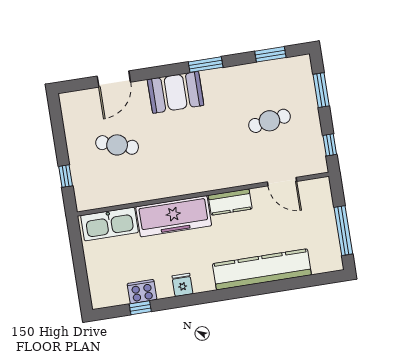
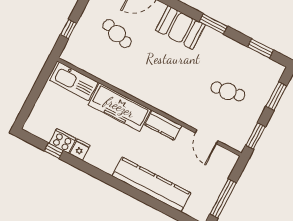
window: (330, 145) -> (256, 136), width x1.50
fridge: (182, 285) -> (80, 150), moved

